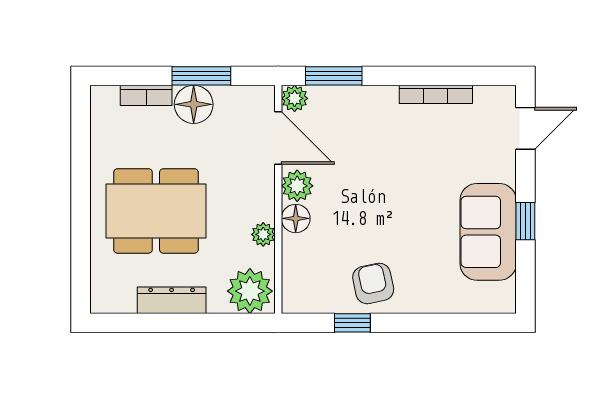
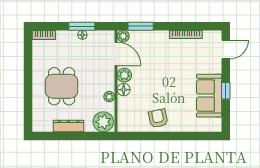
bookcase: (146, 95) -> (44, 35), moved
floor lamp: (194, 104) -> (82, 35), width x0.53, depth x0.53
dining table: (156, 211) -> (62, 86), width x0.73
window: (352, 323) -> (149, 136), removed

